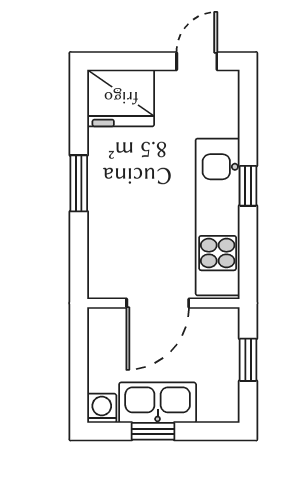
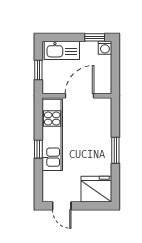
door: (197, 61) -> (62, 206), hinge flipped
kitchen sink: (158, 403) -> (62, 50), moved
window: (153, 431) -> (95, 37), moved

